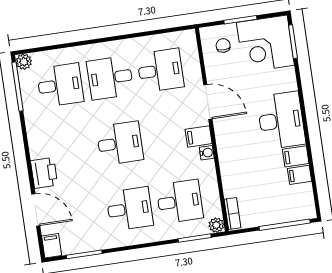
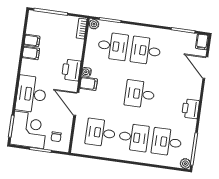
desk: (281, 120) -> (31, 94), moved
printer: (230, 149) -> (71, 70), added
printer: (44, 173) -> (191, 109), moved
desk: (180, 201) -> (113, 46), turned 180

